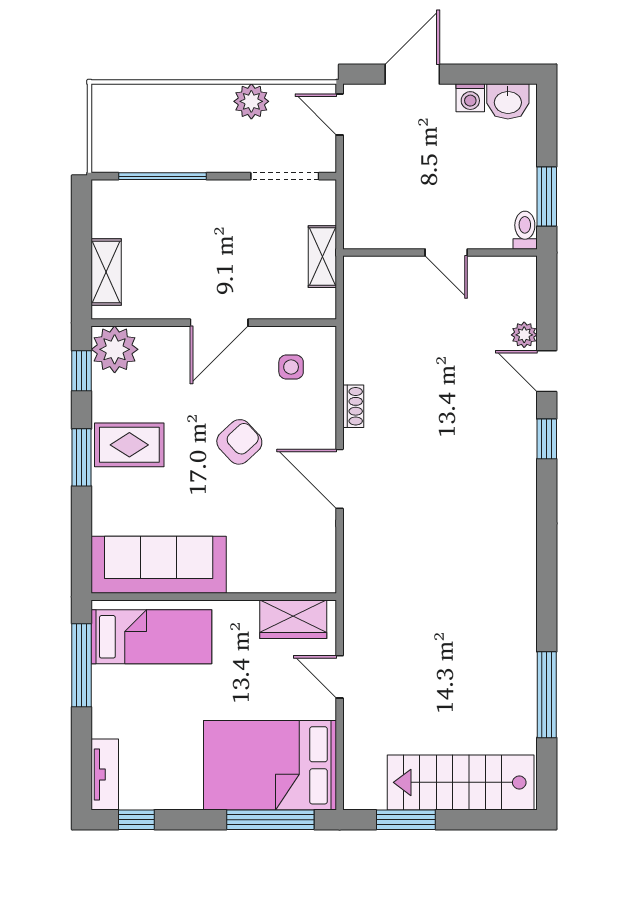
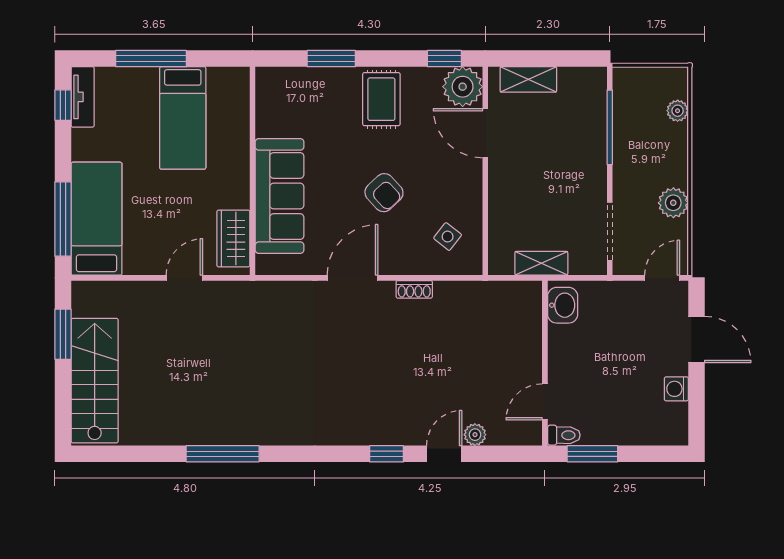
plant: (143, 96) -> (678, 111), added
washbasin: (508, 101) -> (563, 305), moved, turned 180
door: (446, 253) -> (545, 402), moved
door: (219, 323) -> (485, 133), moved
side table: (291, 367) -> (448, 237), turned 38
window: (82, 457) -> (331, 59), moved
sofa: (159, 565) -> (280, 196), moved
bed: (151, 637) -> (183, 118), moved
window: (82, 665) -> (151, 59), moved
window: (547, 695) -> (223, 454), moved
bed: (270, 765) -> (96, 219), width x0.67
tv unit: (105, 775) -> (83, 97), moved, turned -90

